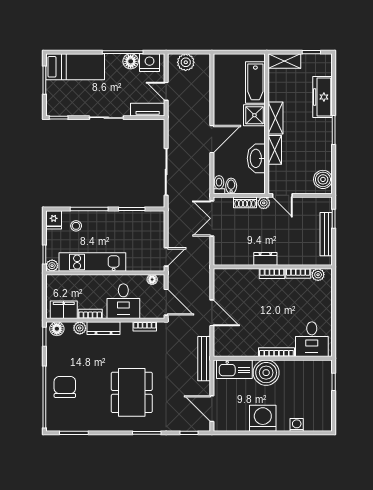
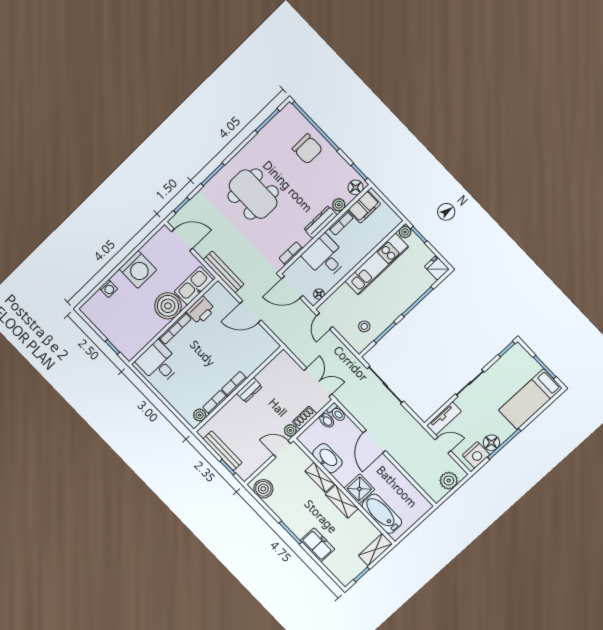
freezer: (323, 97) -> (318, 545), width x0.71
stool: (76, 226) -> (364, 326), moved
printer: (246, 347) -> (201, 310), added

